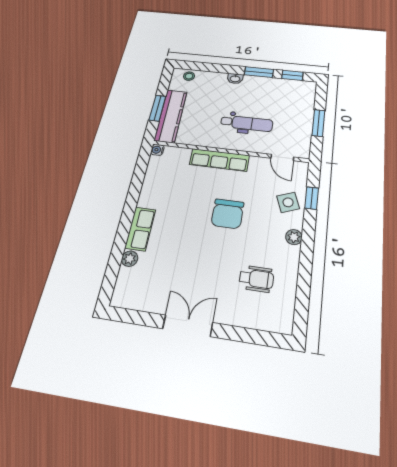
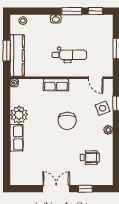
row of seats: (219, 160) -> (56, 85), width x0.68
plant: (130, 259) -> (19, 115), moved, width x1.87, depth x1.87
window: (241, 334) -> (85, 189), added

